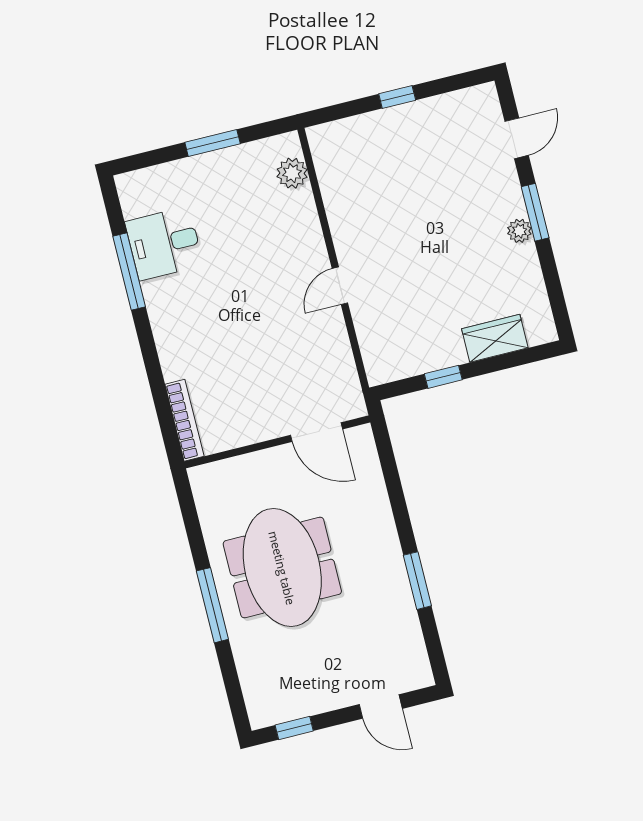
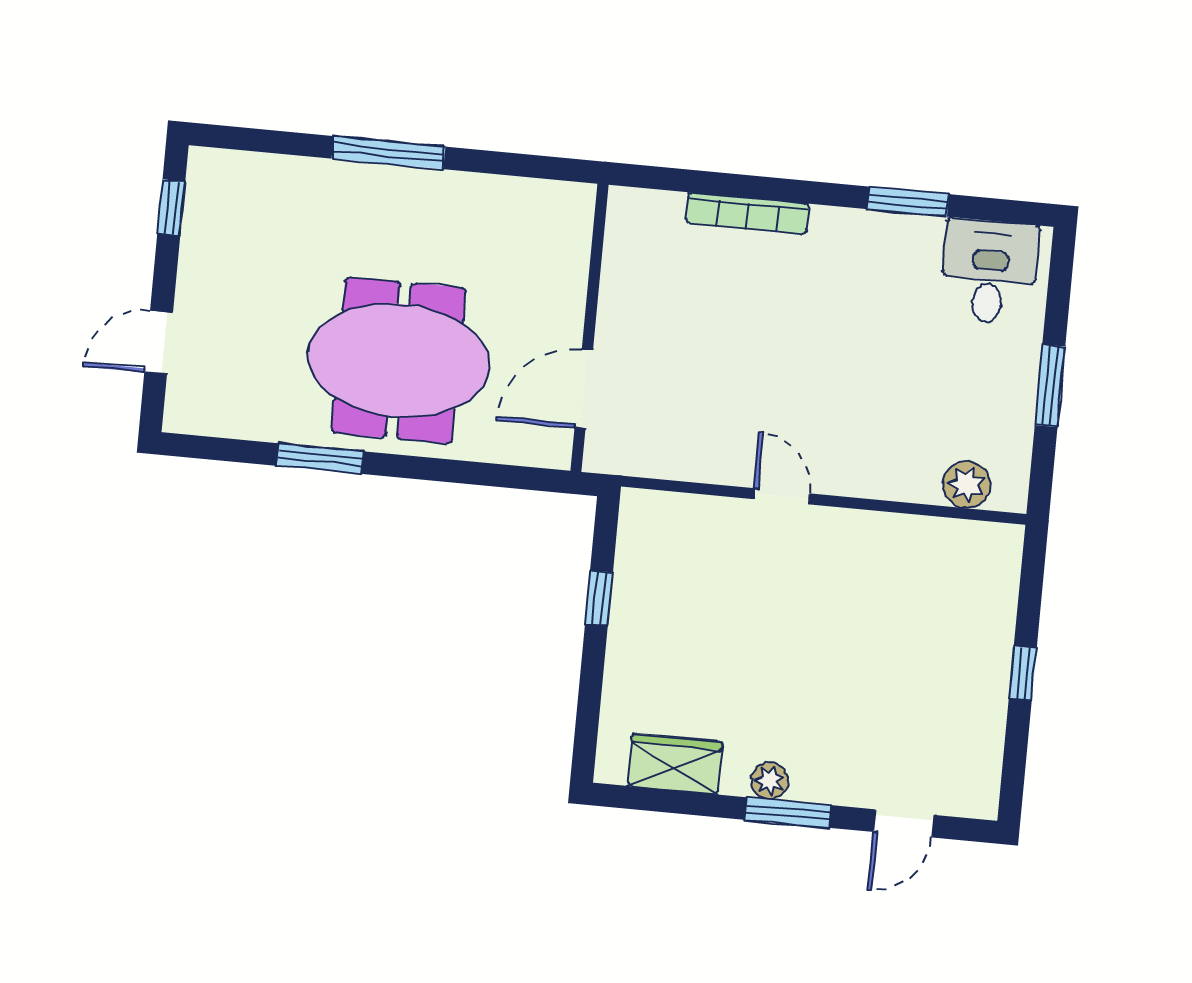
door: (517, 138) -> (903, 823), hinge flipped
desk: (164, 243) -> (990, 272), moved
window: (129, 271) -> (908, 202), width x0.69
wardrobe: (495, 338) -> (675, 764), moved, turned -90
bookcase: (184, 420) -> (748, 213), moved
meeting table: (282, 568) -> (399, 360), moved

